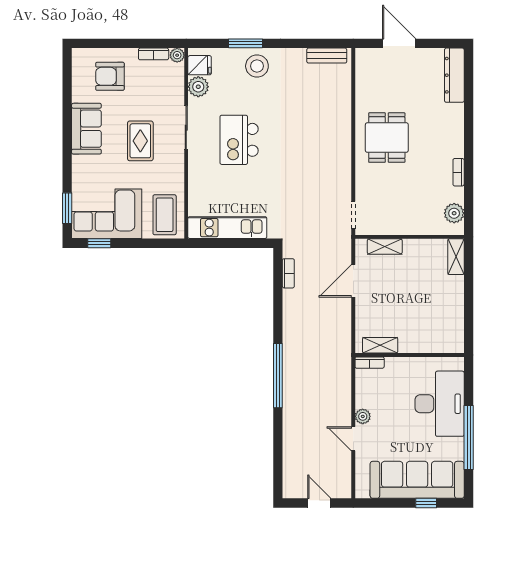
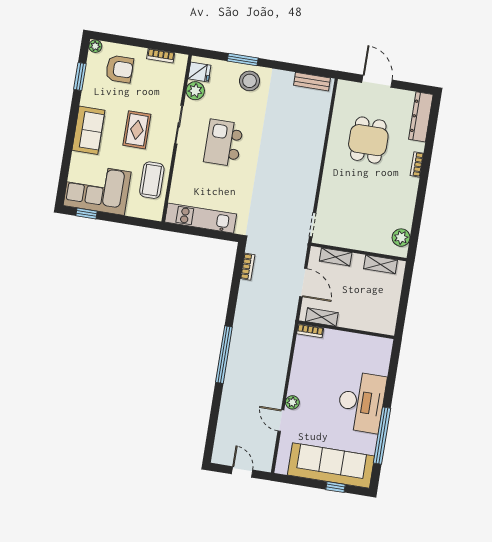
plant: (177, 55) -> (95, 46), moved
armchair: (110, 76) -> (119, 69), turned 180
sofa: (86, 129) -> (88, 130), moved
dining table: (387, 138) -> (368, 140), moved
bookcase: (459, 172) -> (417, 164), moved
window: (67, 208) -> (80, 76), moved
coffee table: (165, 215) -> (152, 180), moved
shelving: (456, 257) -> (380, 264), moved, turned 90
door: (353, 281) -> (303, 282), swing flipped
shelving: (380, 345) -> (322, 317), moved
wall: (410, 355) -> (346, 330), moved
bookcase: (370, 363) -> (310, 331), moved

